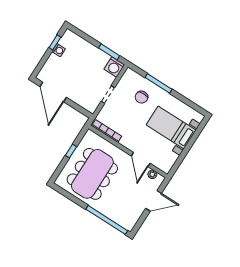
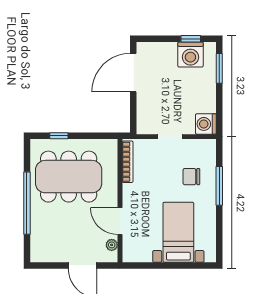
washing machine: (59, 50) -> (190, 55), width x1.89, depth x1.89
window: (109, 52) -> (219, 68), moved
window: (71, 151) -> (59, 136), moved
door: (141, 160) -> (120, 221), hinge flipped
window: (107, 220) -> (27, 203), moved

